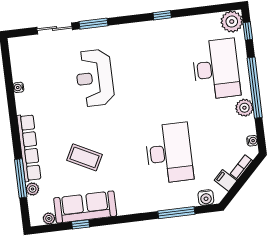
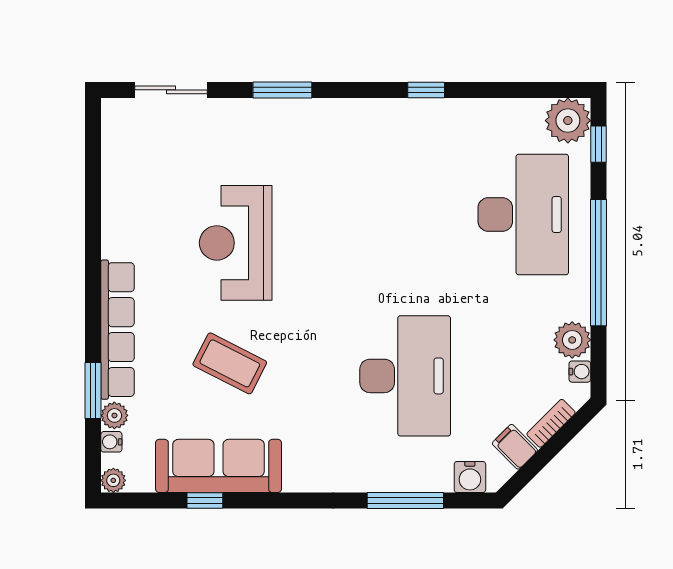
sliding door: (55, 28) -> (171, 90), moved
reception desk: (95, 78) -> (236, 243), moved
water cooler: (19, 87) -> (111, 442), moved
plant: (244, 108) -> (572, 340), moved
window: (21, 178) -> (93, 391), width x0.69
plant: (49, 218) -> (113, 480), moved

